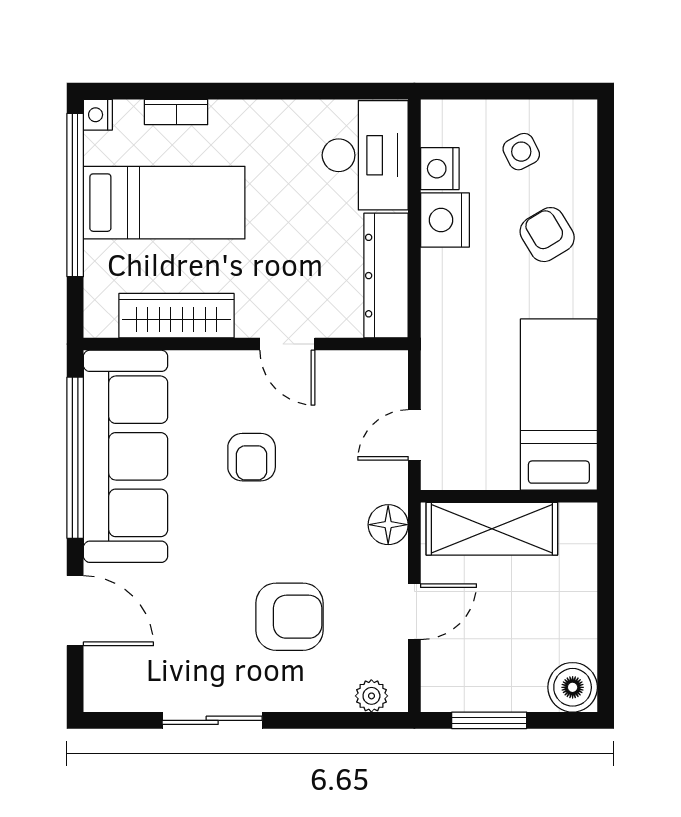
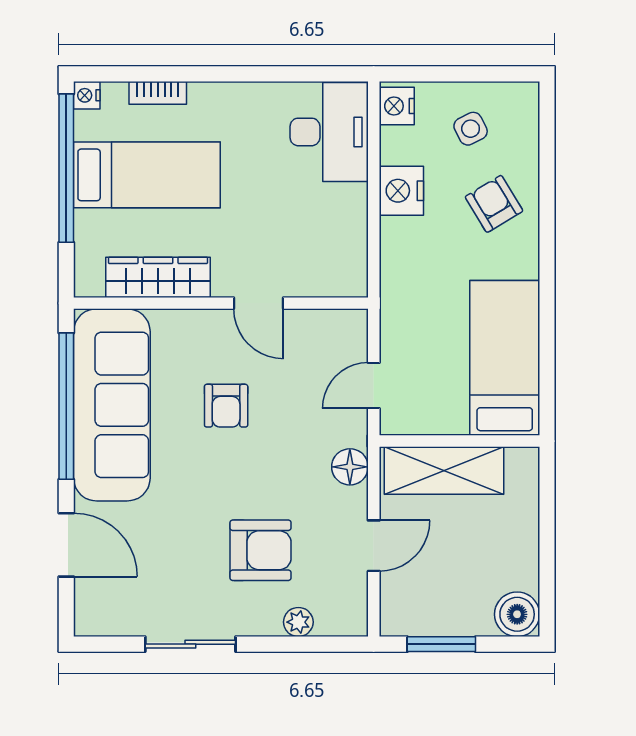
nightstand: (440, 169) -> (397, 106), moved
dresser: (386, 276) -> (348, 241), removed
plant: (371, 696) -> (298, 622), moved

